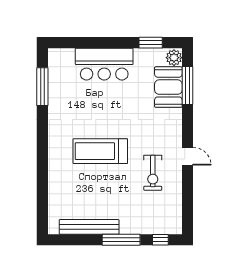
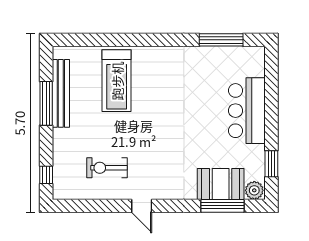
treadmill: (100, 151) -> (117, 81), moved, turned 180
door: (187, 156) -> (142, 206), hinge flipped
exercise bike: (153, 173) -> (107, 168), moved
window: (121, 240) -> (46, 103), moved

